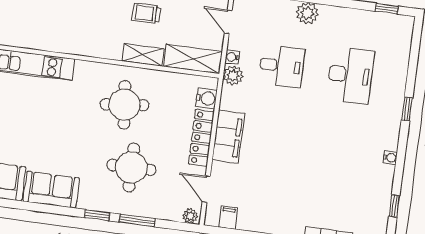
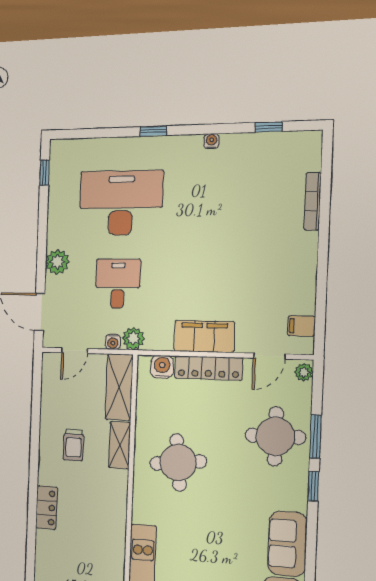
desk: (350, 75) -> (121, 203), width x1.36, depth x1.30
round table: (131, 167) -> (275, 436), moved

